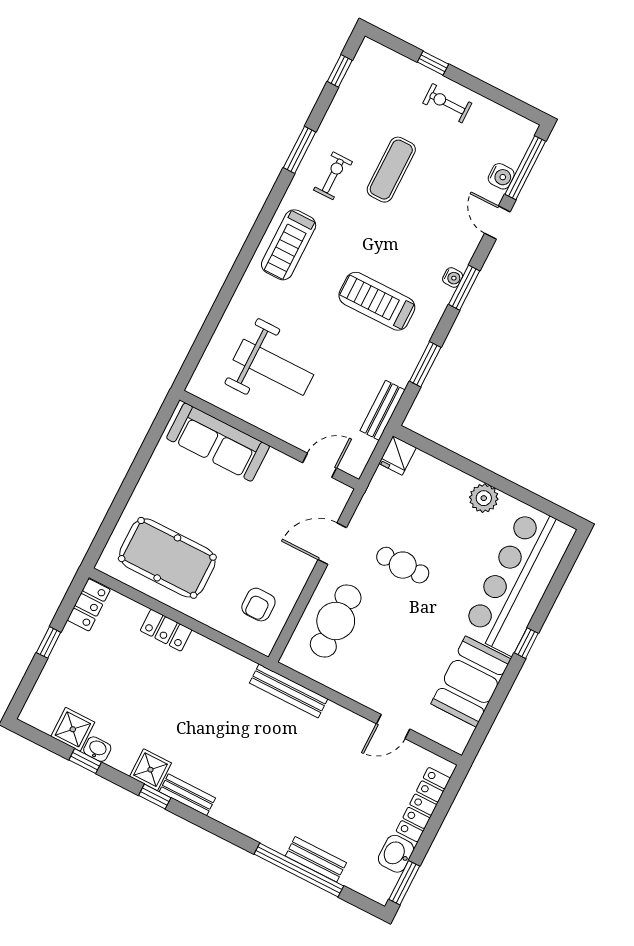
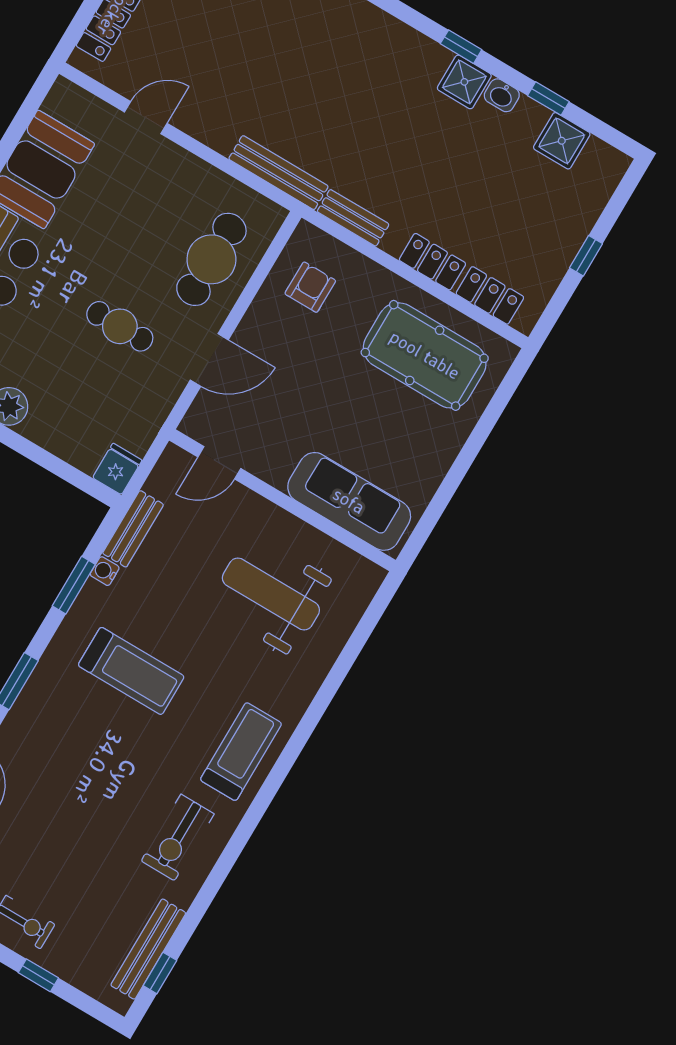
bench: (350, 89) -> (148, 949), added
window: (300, 150) -> (219, 874), removed
exercise mat: (391, 170) -> (101, 841), removed
exercise bike: (333, 176) -> (178, 837), width x1.38, depth x1.39
water cooler: (453, 278) -> (105, 571), moved
locker: (89, 605) -> (490, 295), moved, turned 90
washbasin: (97, 749) -> (502, 95), moved
bench: (187, 795) -> (353, 218), moved

